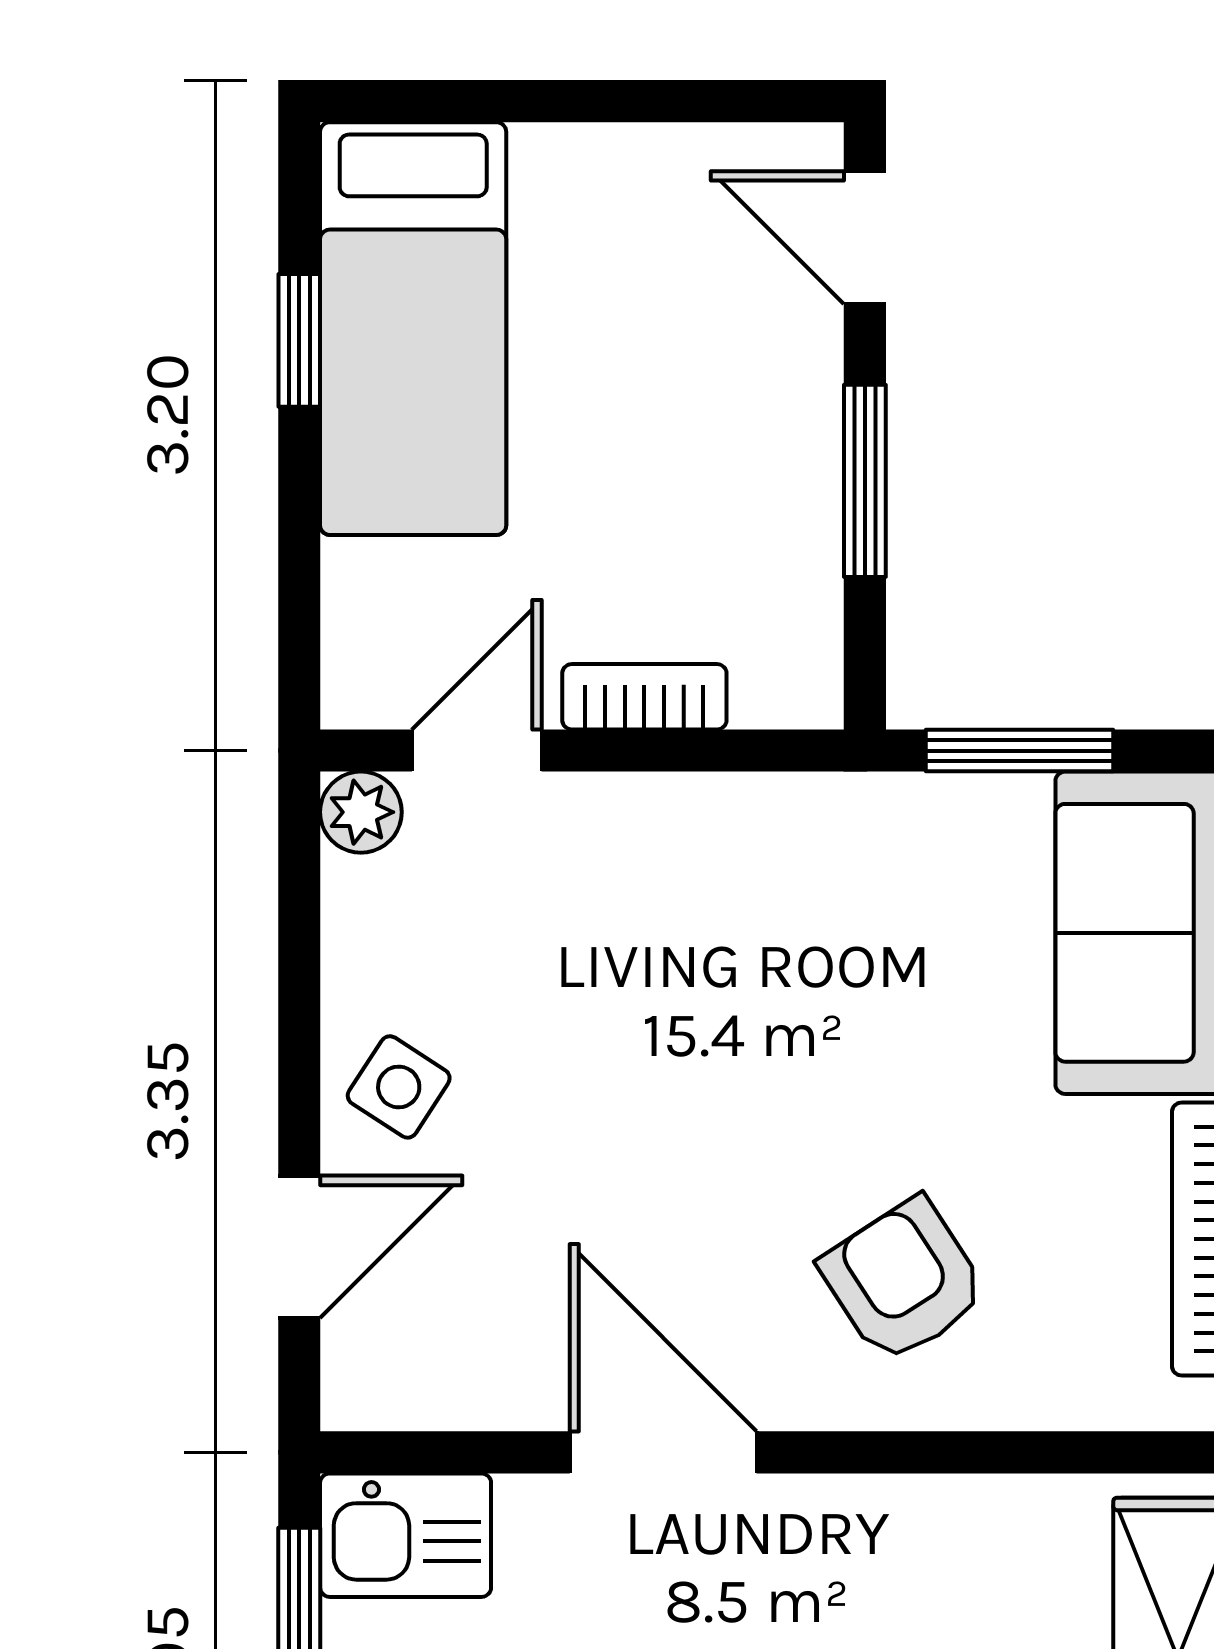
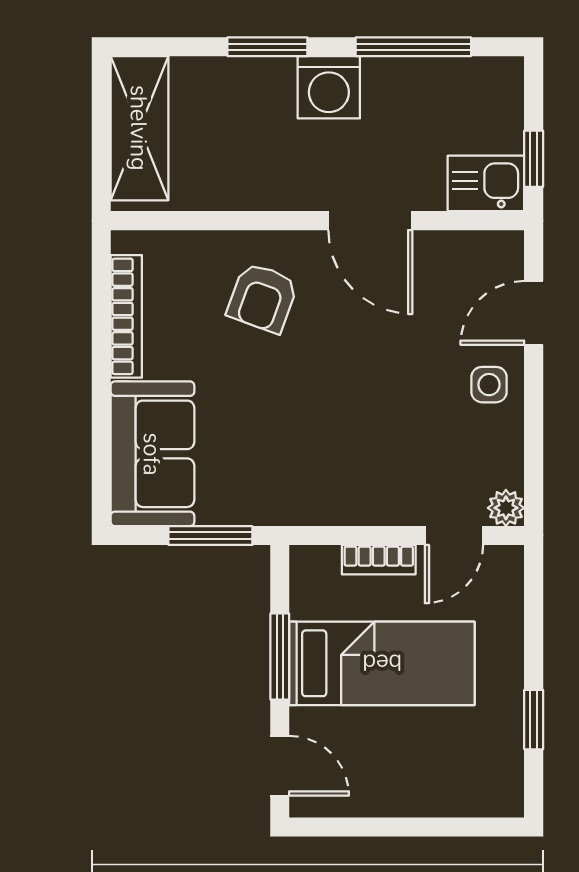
bed: (413, 329) -> (382, 663), moved, turned 90
side table: (399, 1087) -> (489, 385), turned -33
armchair: (903, 1281) -> (263, 298), turned 53

